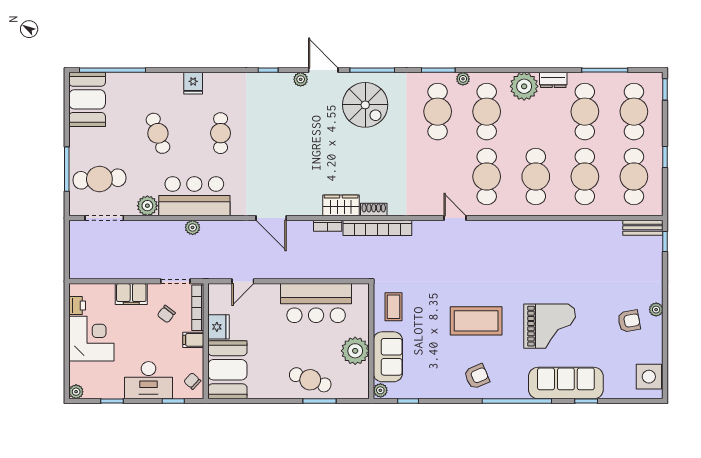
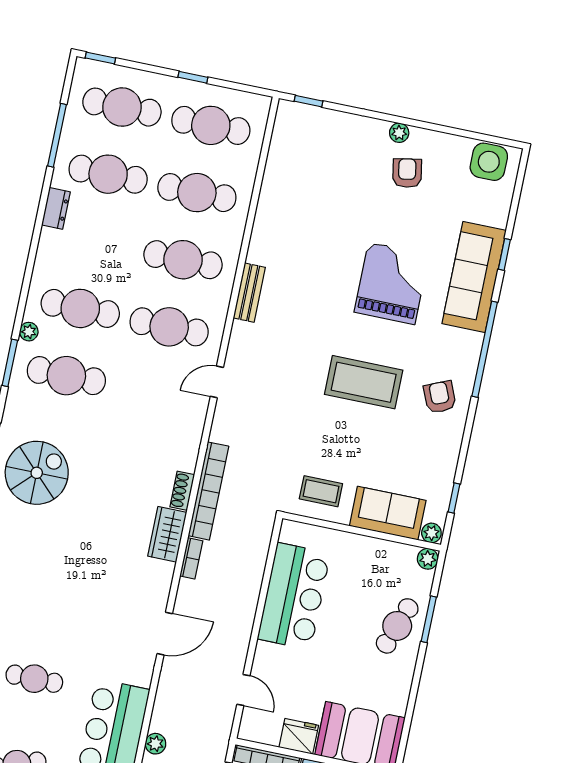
plant: (524, 86) -> (56, 250), removed
bench: (643, 228) -> (249, 293), moved
coffee table: (476, 321) -> (364, 382), turned 90
plant: (355, 351) -> (428, 559), moved, width x0.53, depth x0.53

